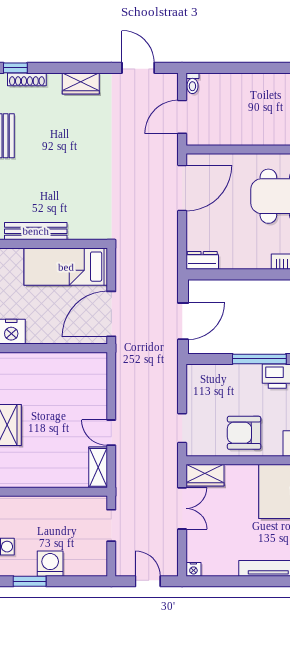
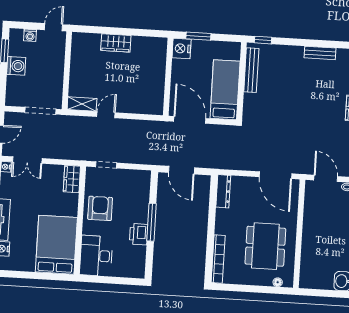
dresser: (202, 260) -> (223, 191), width x1.44
double door: (182, 508) -> (27, 160), moved
doorway: (111, 525) -> (40, 111), width x1.38

